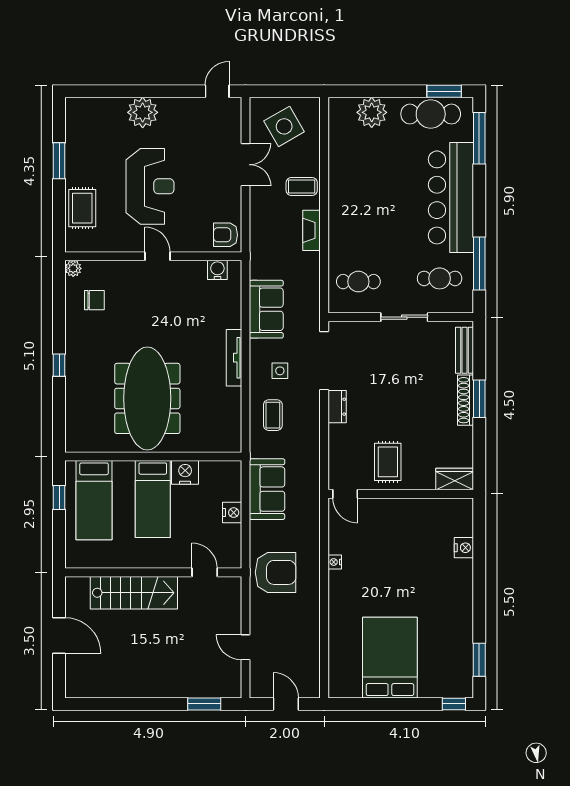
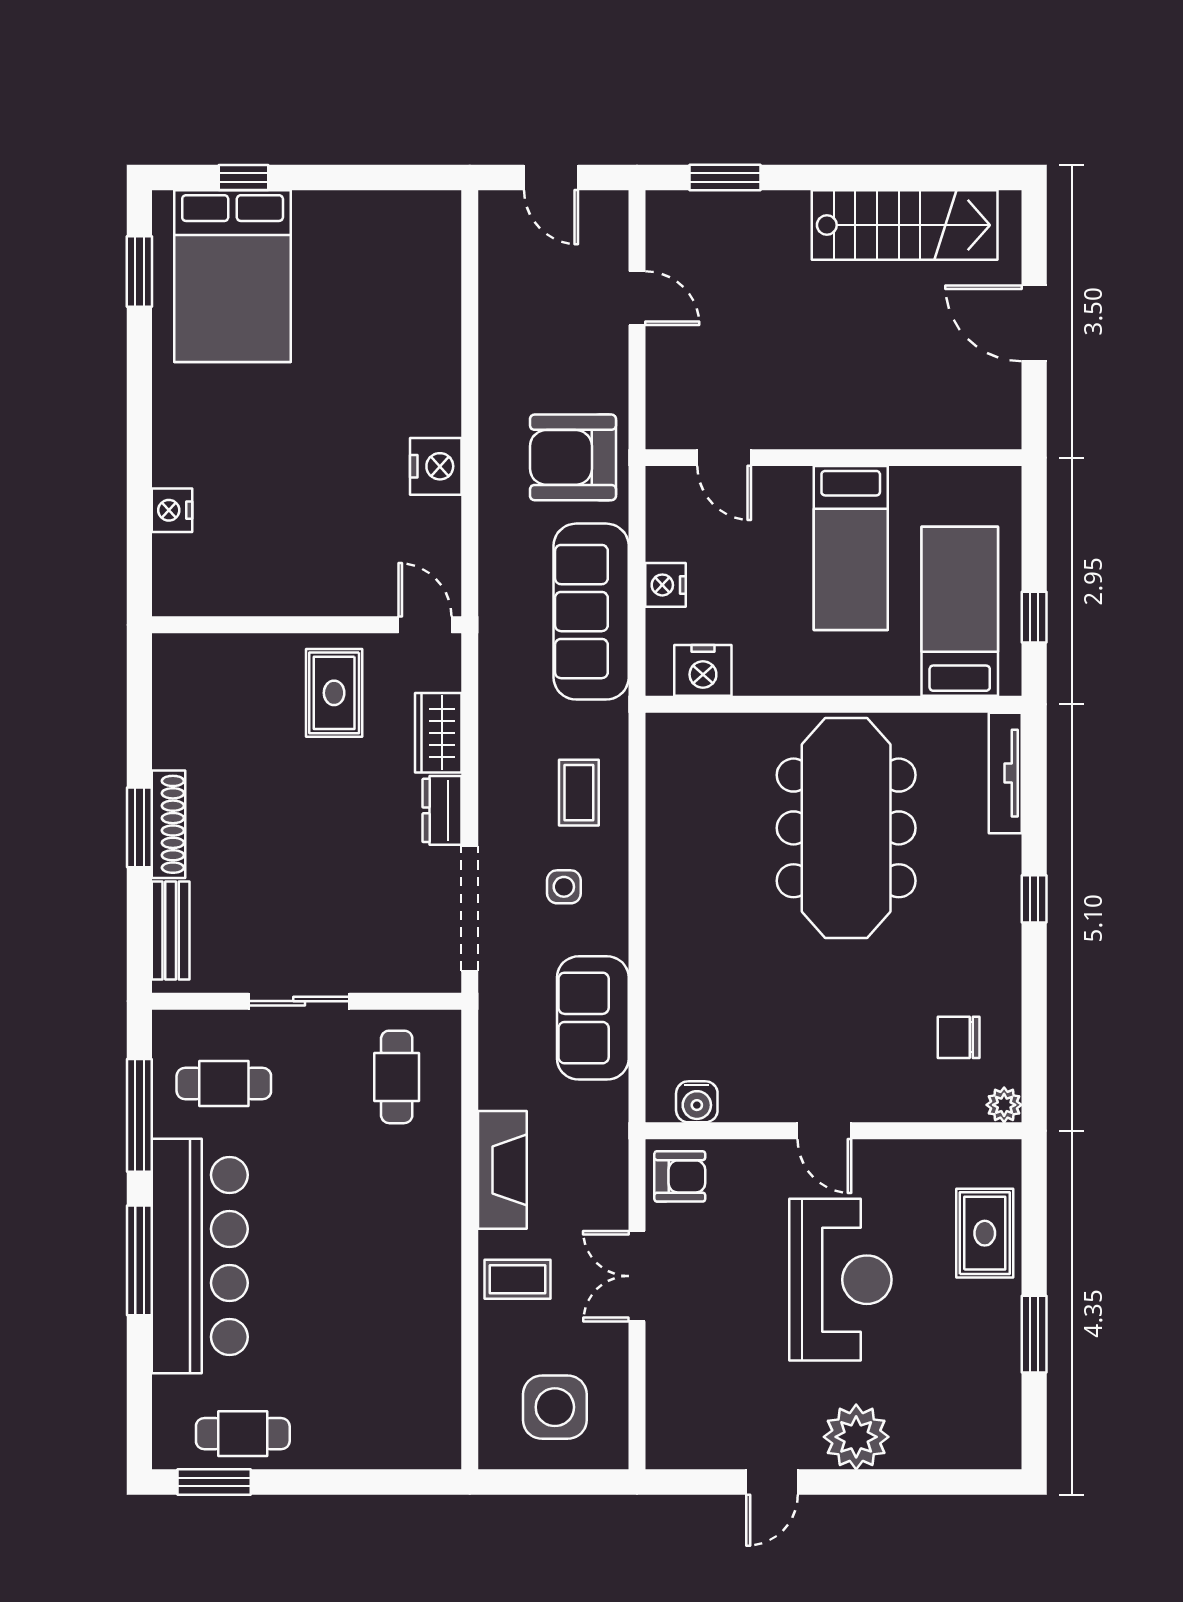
door: (217, 91) -> (772, 1482), moved
plant: (372, 112) -> (368, 1437), removed
cafe table: (431, 114) -> (243, 1434), width x0.73, depth x0.74
side table: (284, 126) -> (555, 1407), turned 30
window: (479, 138) -> (139, 1260), moved
double door: (246, 165) -> (637, 1276), moved
reception desk: (150, 186) -> (840, 1280), turned 180
fireplace: (312, 230) -> (502, 1170), width x1.37, depth x1.32
cafe table: (358, 282) -> (397, 1077), turned 90
tv unit: (234, 358) -> (1005, 773), moved, turned 180
nightstand: (185, 472) -> (703, 670), moved
wardrobe: (455, 479) -> (438, 733), moved, turned 90
sofa: (267, 489) -> (591, 612), width x1.36
bed: (153, 499) -> (851, 548), moved, turned 180
nightstand: (335, 562) -> (436, 466), width x1.89, depth x1.79
stairs: (134, 593) -> (905, 225), moved, turned 180
bed: (390, 658) -> (233, 276), moved
window: (454, 704) -> (243, 177), moved

